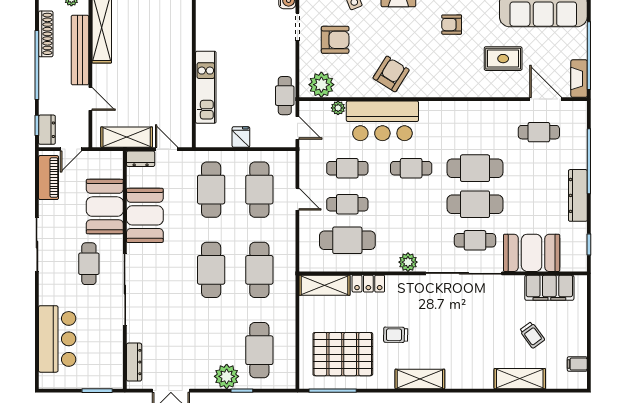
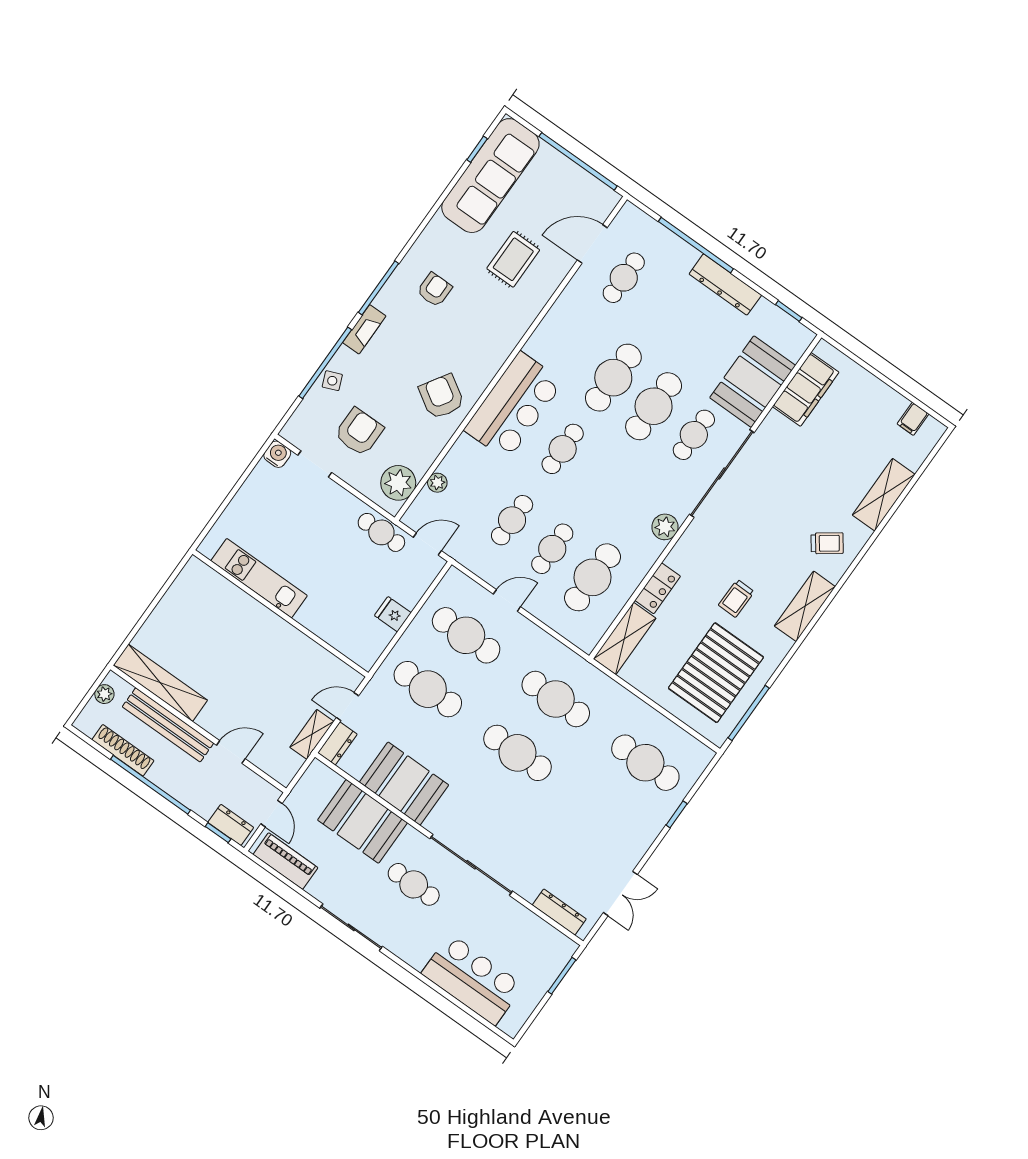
armchair: (452, 25) -> (434, 290), turned 180
fireplace: (579, 79) -> (596, 190), removed
kitchen unit: (206, 87) -> (259, 578), moved
bar counter: (382, 121) -> (514, 406), moved
shelving: (127, 137) -> (312, 734), width x0.67, depth x0.75
trolley: (532, 335) -> (827, 543), moved
plant: (227, 376) -> (649, 820), removed

